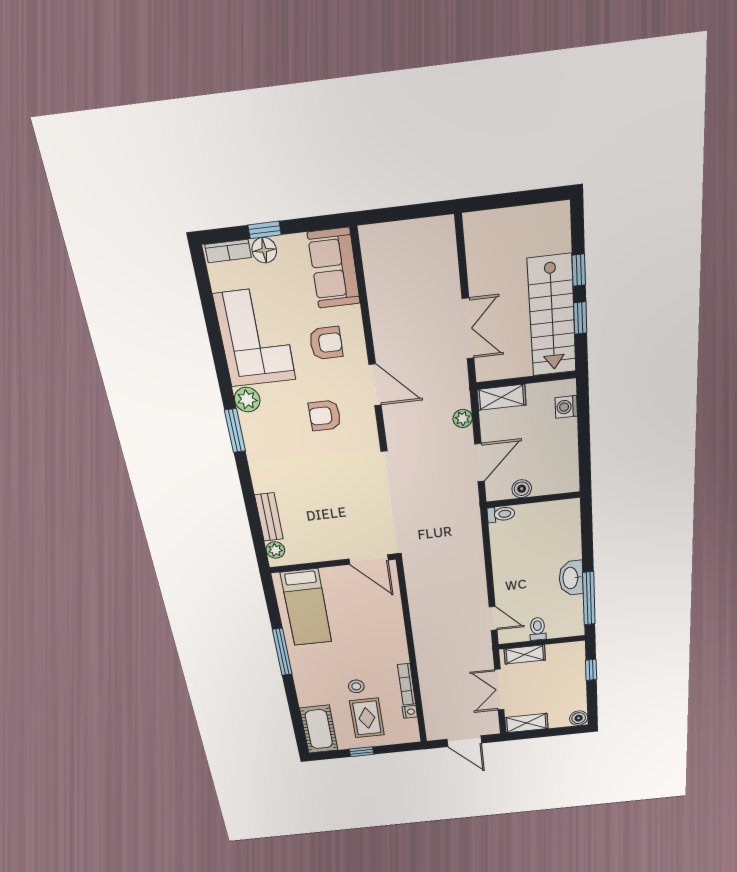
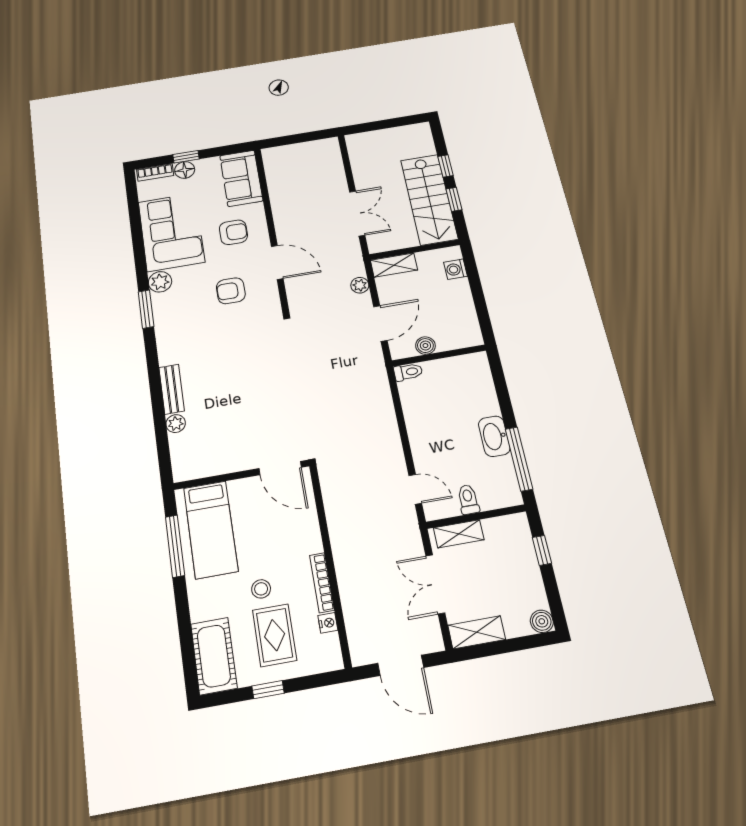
door: (369, 559) -> (280, 468), moved
wall: (333, 563) -> (241, 475), moved
bed: (306, 607) -> (211, 529), moved

